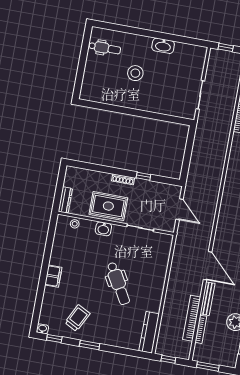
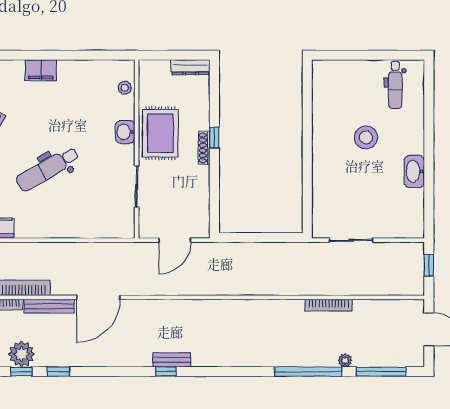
window: (143, 176) -> (214, 138), moved
dresser: (65, 200) -> (190, 67), moved

